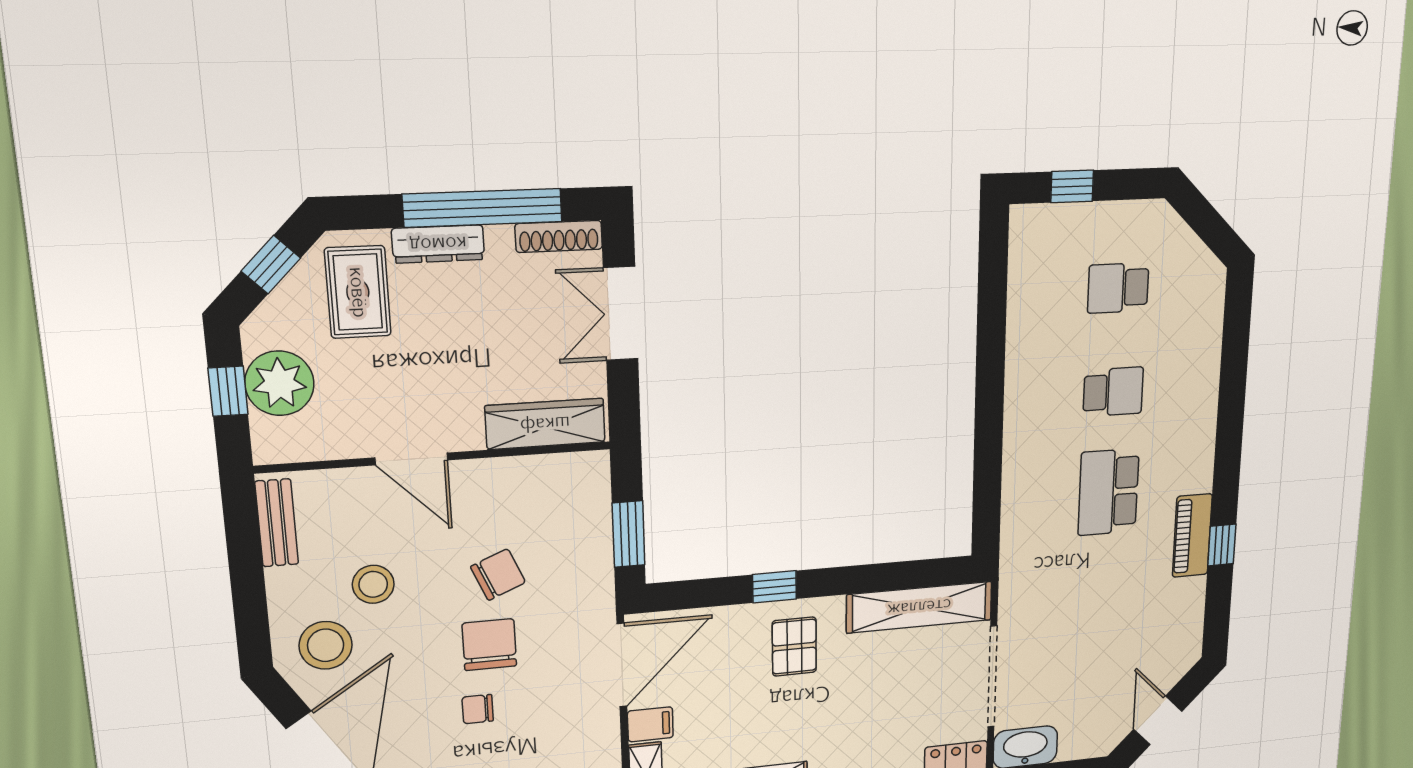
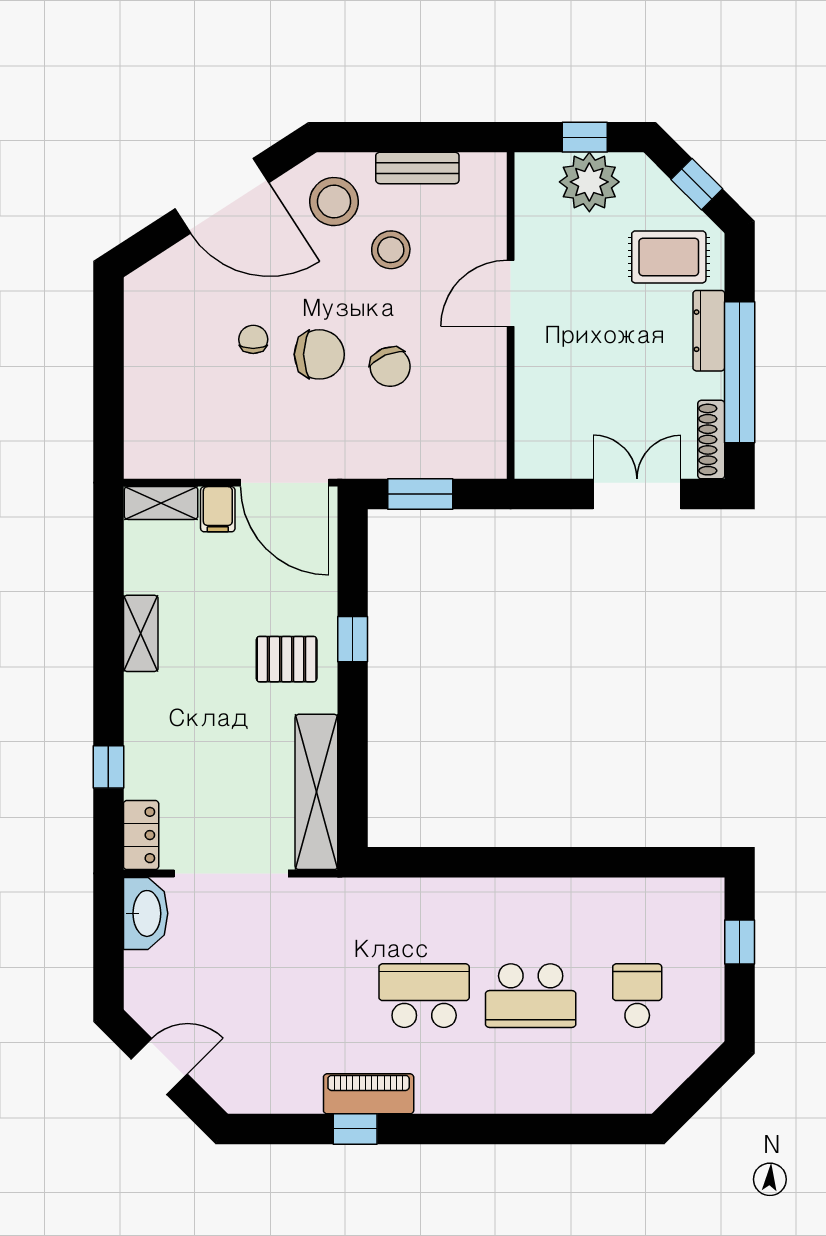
school desk: (1113, 392) -> (531, 996), width x1.85
wardrobe: (545, 424) -> (536, 419), removed
bench: (277, 523) -> (417, 168), moved

